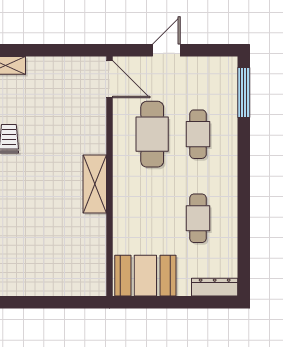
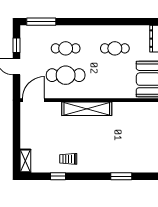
window: (203, 50) -> (17, 45), added
shelving: (95, 184) -> (87, 109), width x1.47

